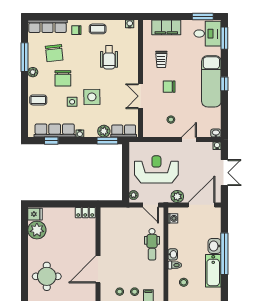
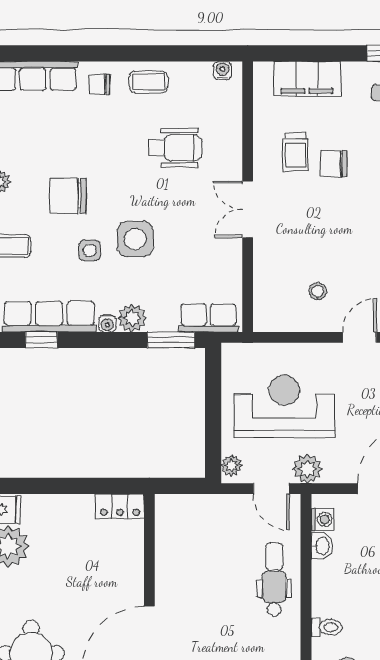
chair: (54, 53) -> (48, 138), removed
wheelchair: (109, 57) -> (175, 148), turned -90
chair: (63, 78) -> (68, 196), turned 90
chair: (169, 87) -> (334, 164), moved
double door: (141, 96) -> (248, 209), moved
plant: (104, 131) -> (132, 318), moved
plant: (177, 196) -> (307, 469), moved
dental chair: (152, 244) -> (274, 579), turned 180
washbasin: (173, 254) -> (322, 546), moved

